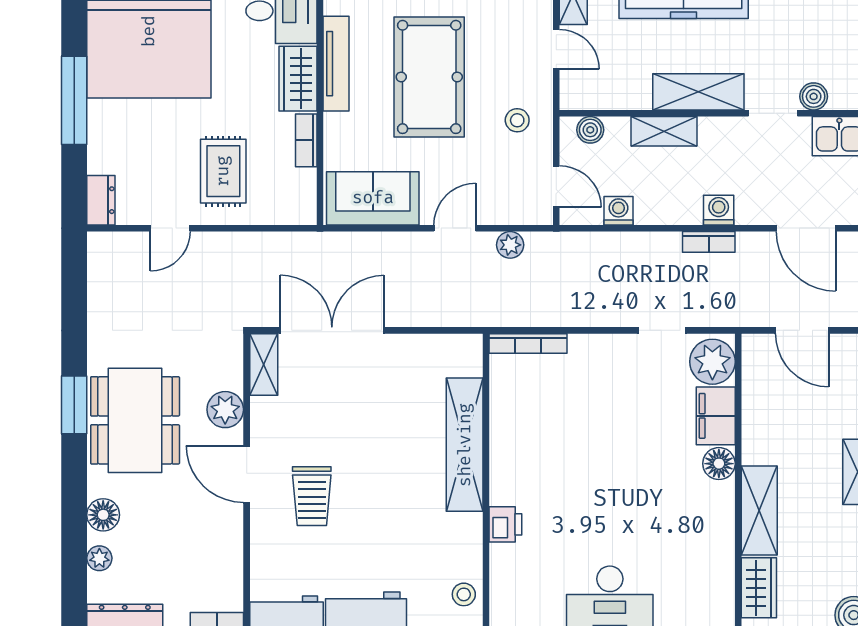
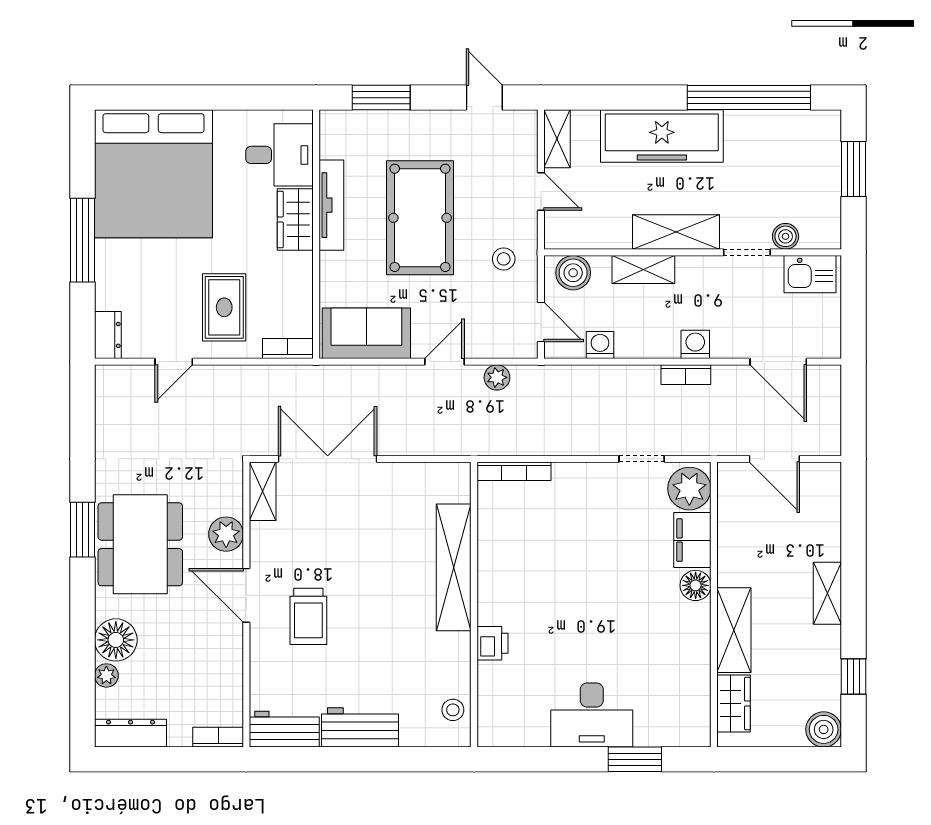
boiler: (590, 130) -> (573, 273), width x1.36, depth x1.36
bookcase: (306, 140) -> (288, 349), moved, turned 90
floor lamp: (103, 515) -> (116, 640), width x1.38, depth x1.38

